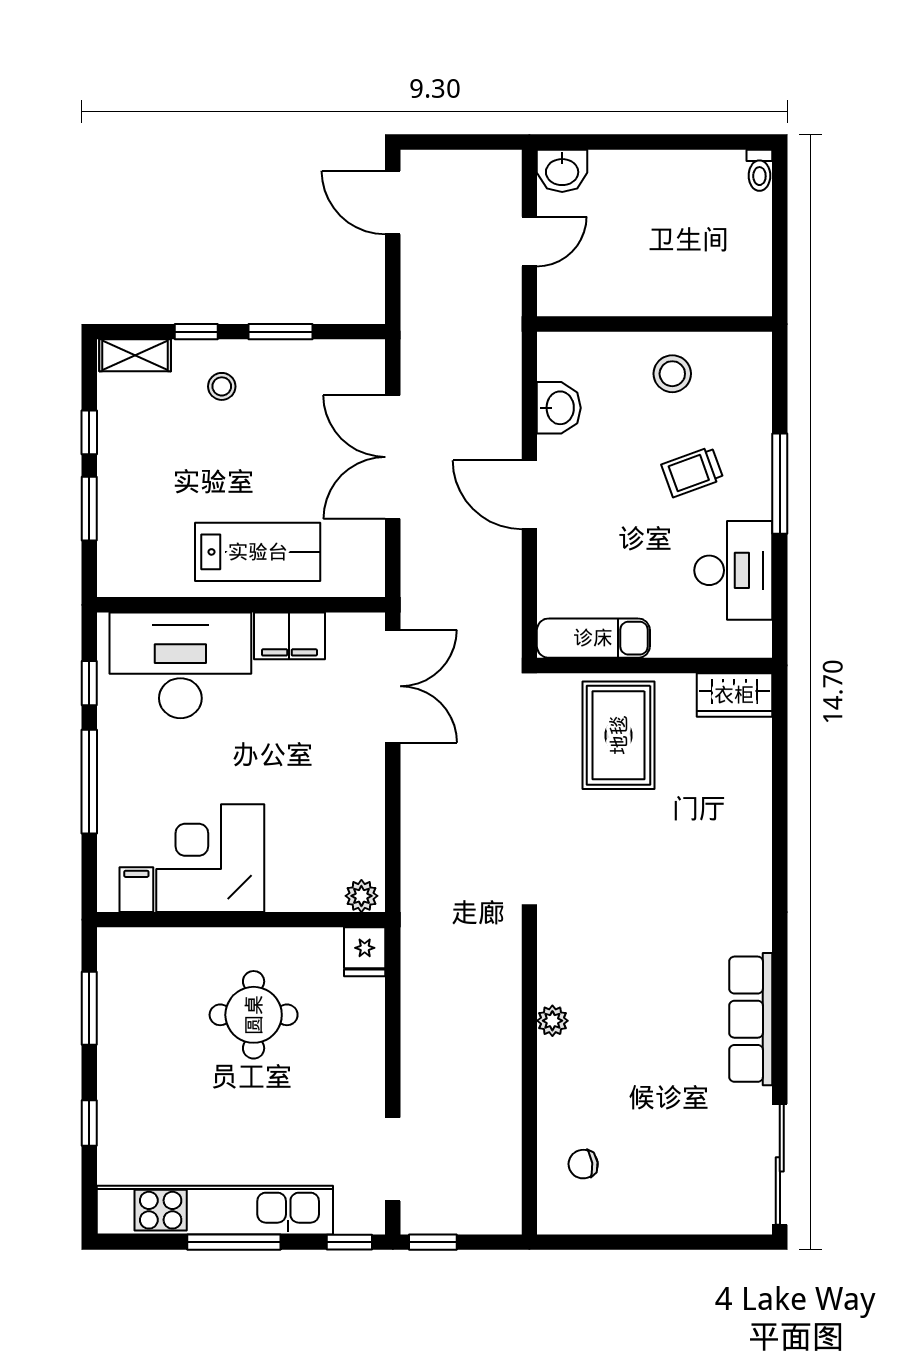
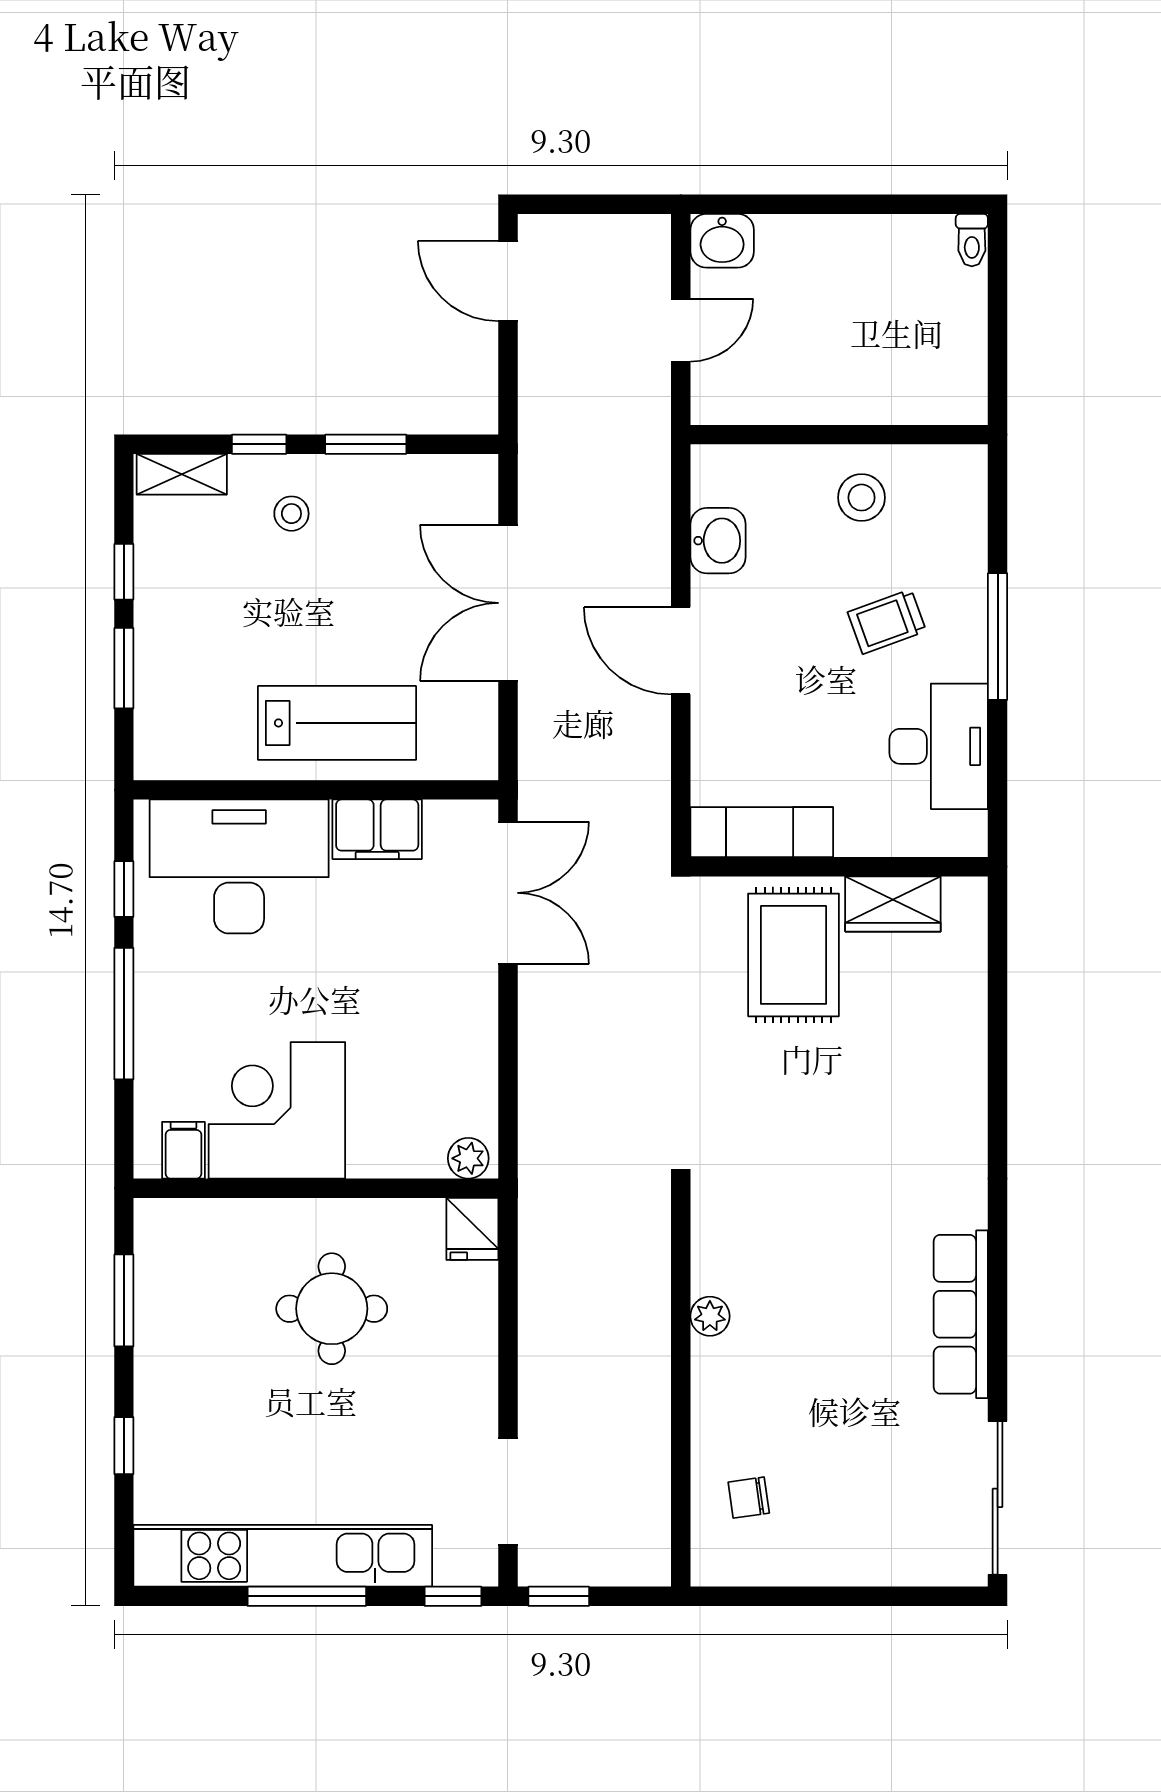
wardrobe: (734, 695) -> (893, 904), moved

